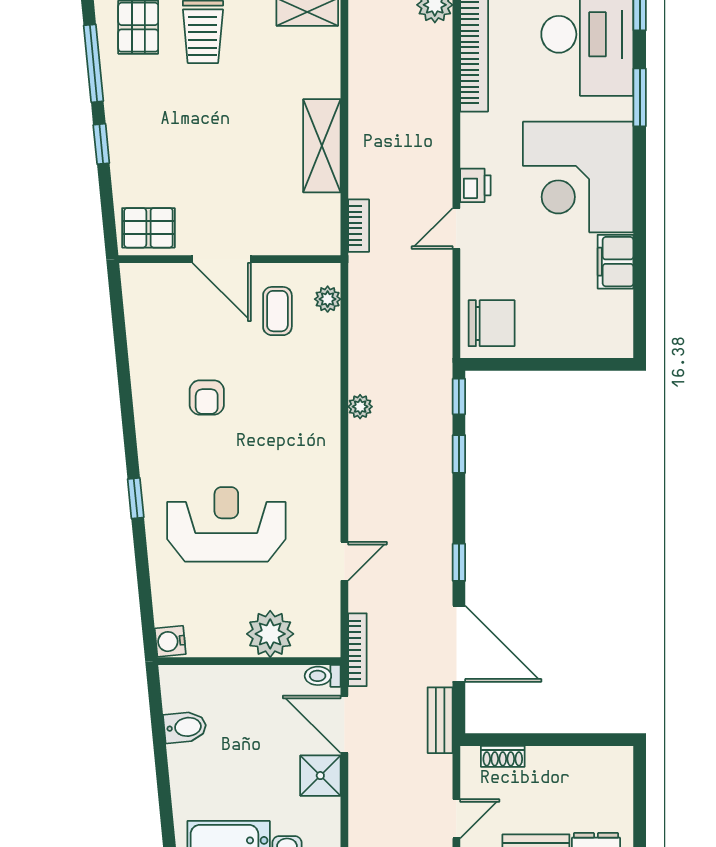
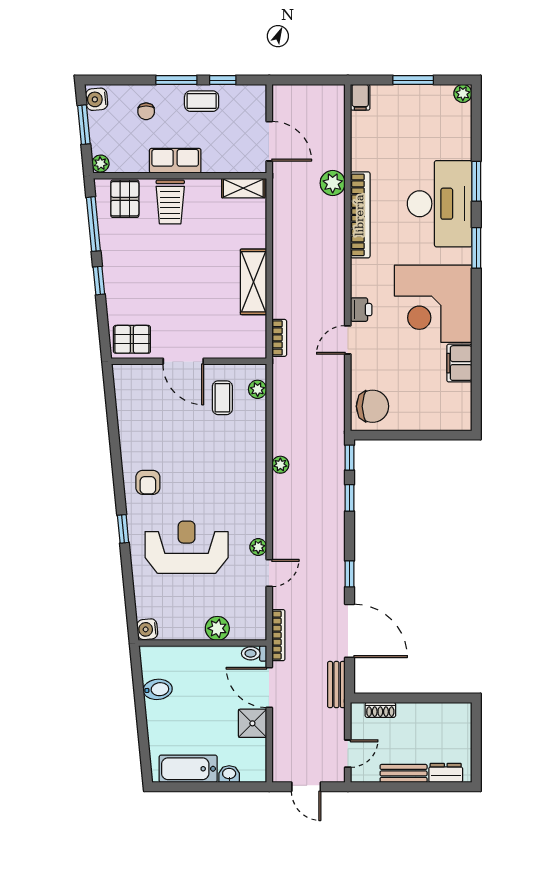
armchair: (207, 397) -> (148, 482), moved
plant: (329, 524) -> (258, 547), added
plant: (270, 634) -> (217, 628), width x0.73, depth x0.73

